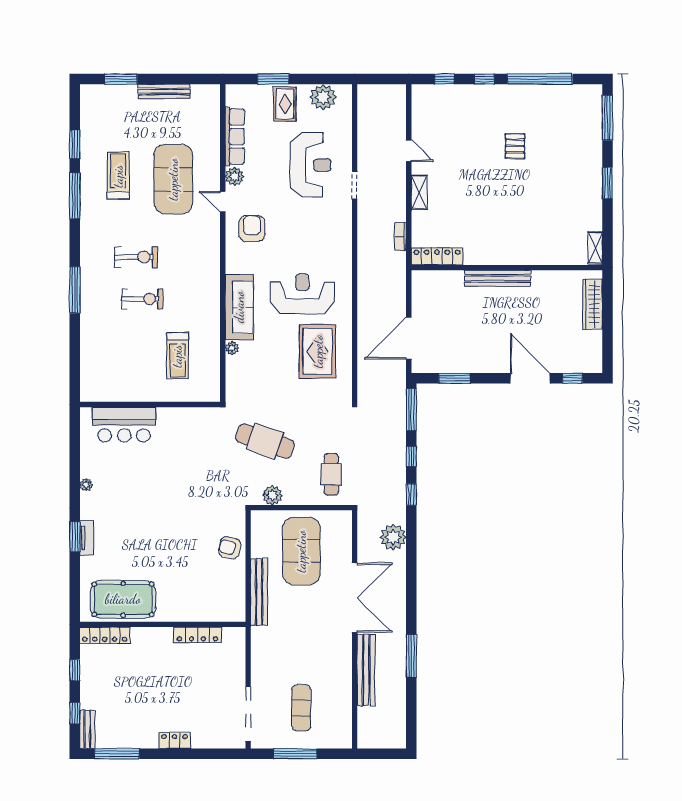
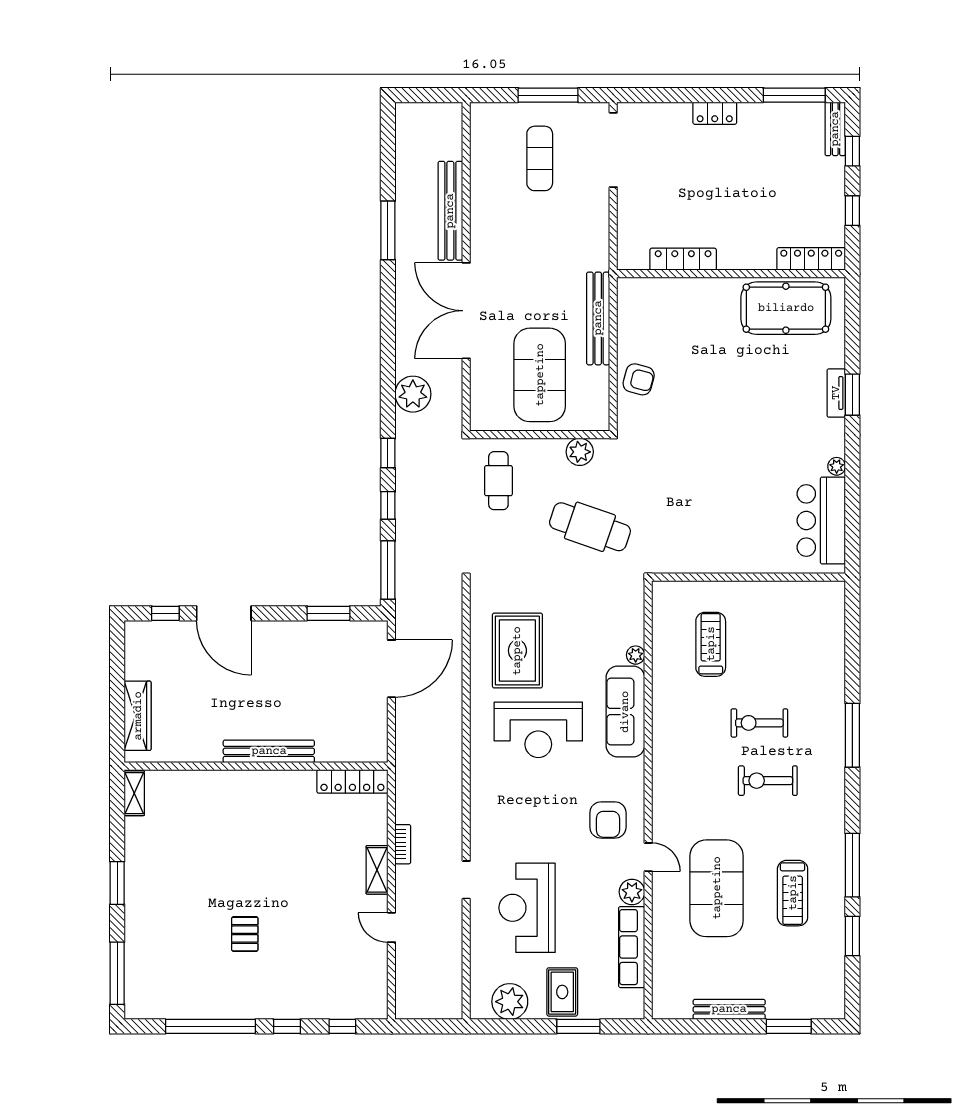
bookcase: (401, 237) -> (403, 844), moved
bar counter: (124, 425) -> (821, 520), moved, turned -90

